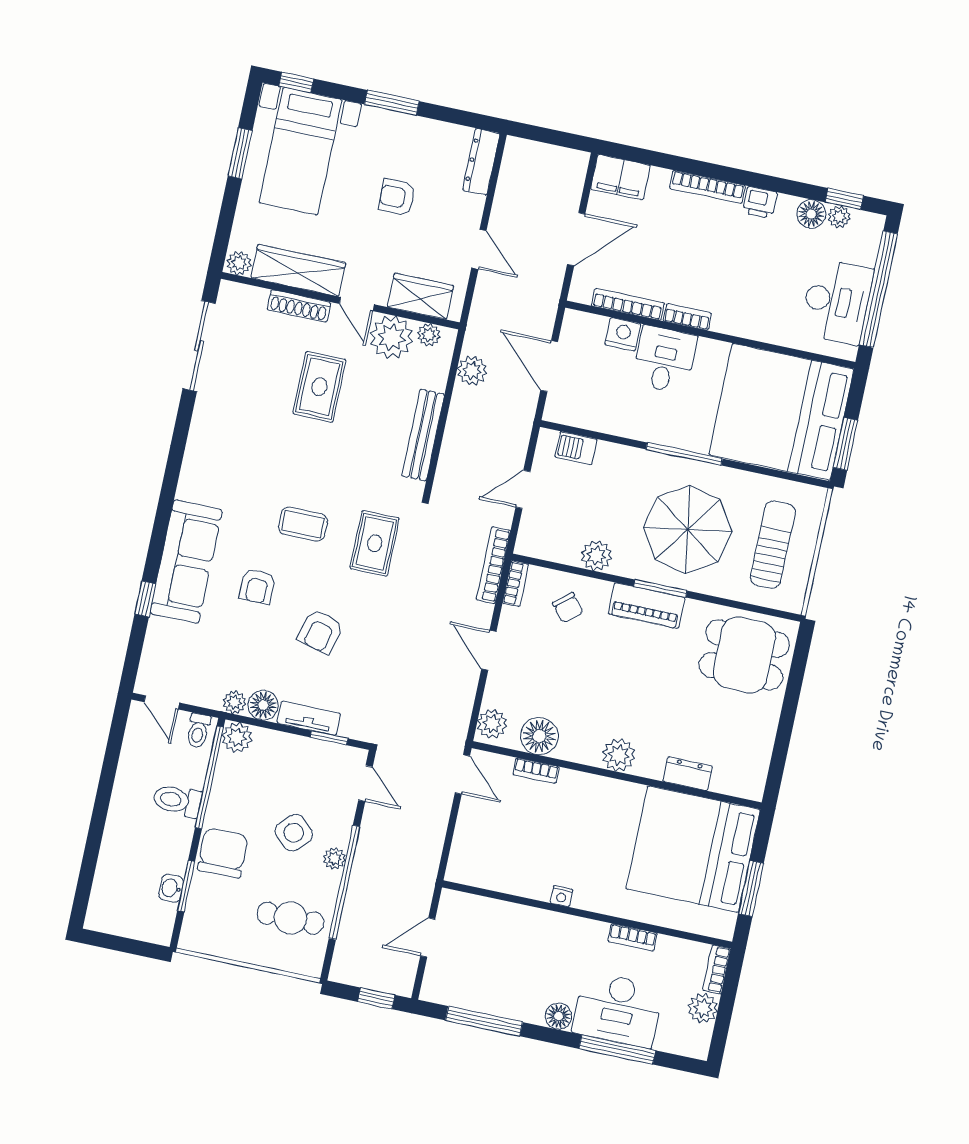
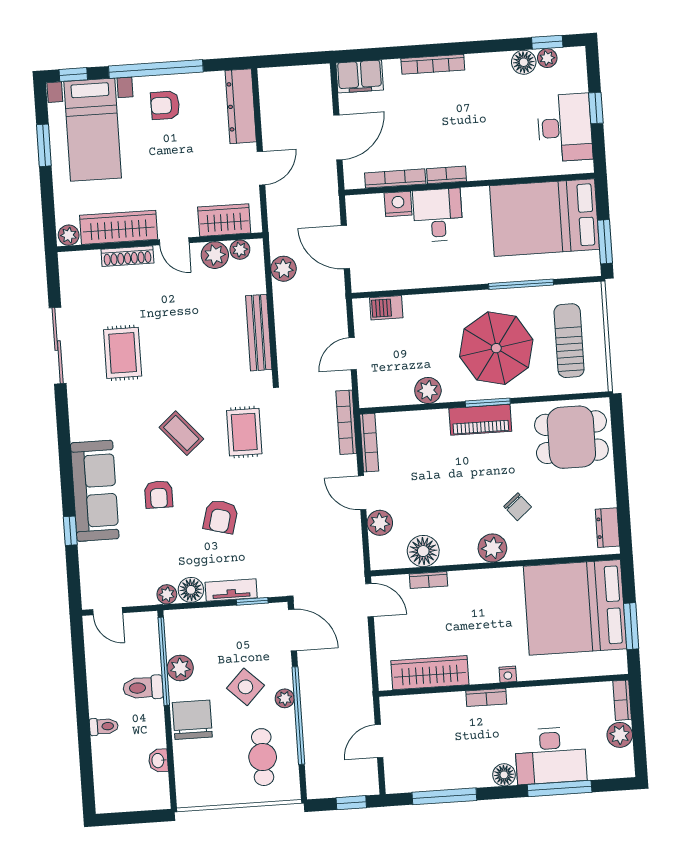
window: (392, 103) -> (156, 69), width x2.11
dresser: (481, 162) -> (241, 106), width x1.37, depth x1.24
armchair: (397, 197) -> (165, 105), moved
printer: (760, 202) -> (479, 65), removed
door: (479, 249) -> (261, 168), hinge flipped
window: (878, 289) -> (596, 108), width x0.32
plant: (392, 337) -> (215, 255), width x0.73, depth x0.73
sliding door: (199, 346) -> (58, 346), moved
rug: (319, 387) -> (123, 353), moved
bed: (781, 412) -> (544, 218), width x0.73
window: (684, 454) -> (521, 284), moved
coffee table: (303, 524) -> (181, 433), turned 49
bookcase: (515, 584) -> (369, 443), width x1.56
chair: (568, 608) -> (518, 507), moved
plant: (492, 724) -> (380, 523), moved
toilet: (198, 731) -> (104, 726), moved, turned -90
plant: (237, 737) -> (180, 668), moved
dresser: (688, 774) -> (607, 528), moved, turned -90
door: (365, 784) -> (292, 630), width x1.38
wardrobe: (507, 876) -> (430, 673), added
window: (186, 886) -> (170, 755), removed
nightstand: (561, 896) -> (508, 674), moved
cafe table: (290, 918) -> (263, 757), turned 90
bookcase: (632, 937) -> (486, 697), moved

